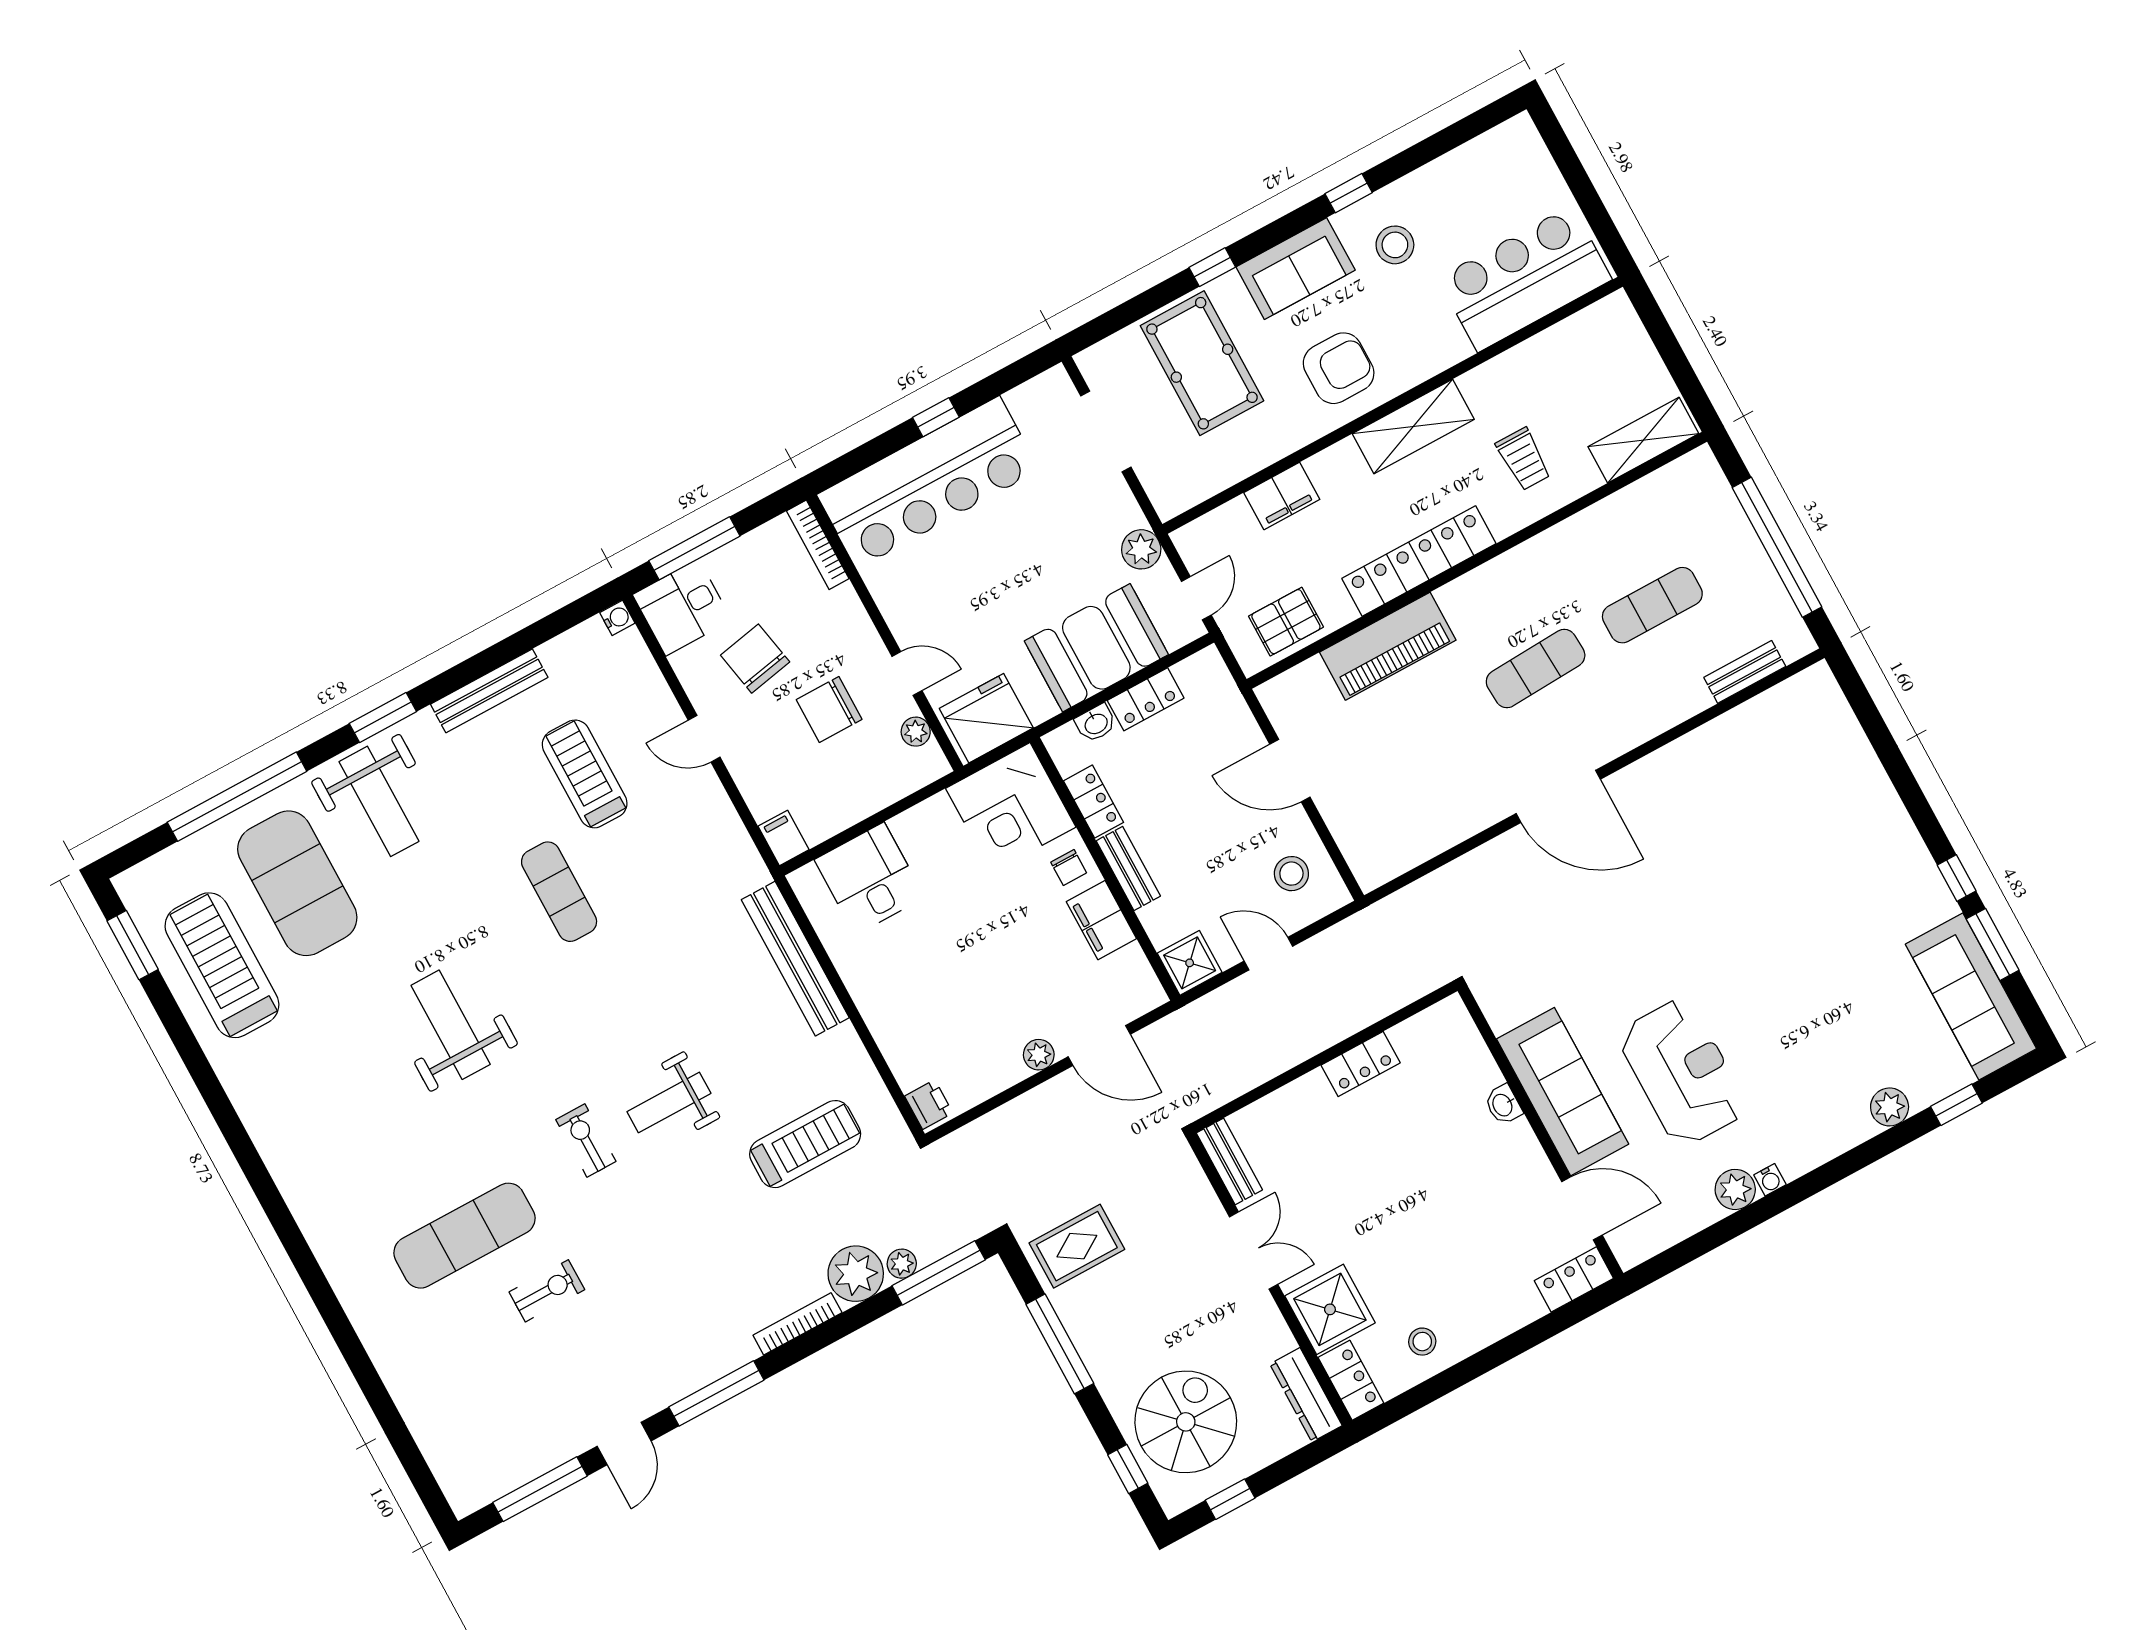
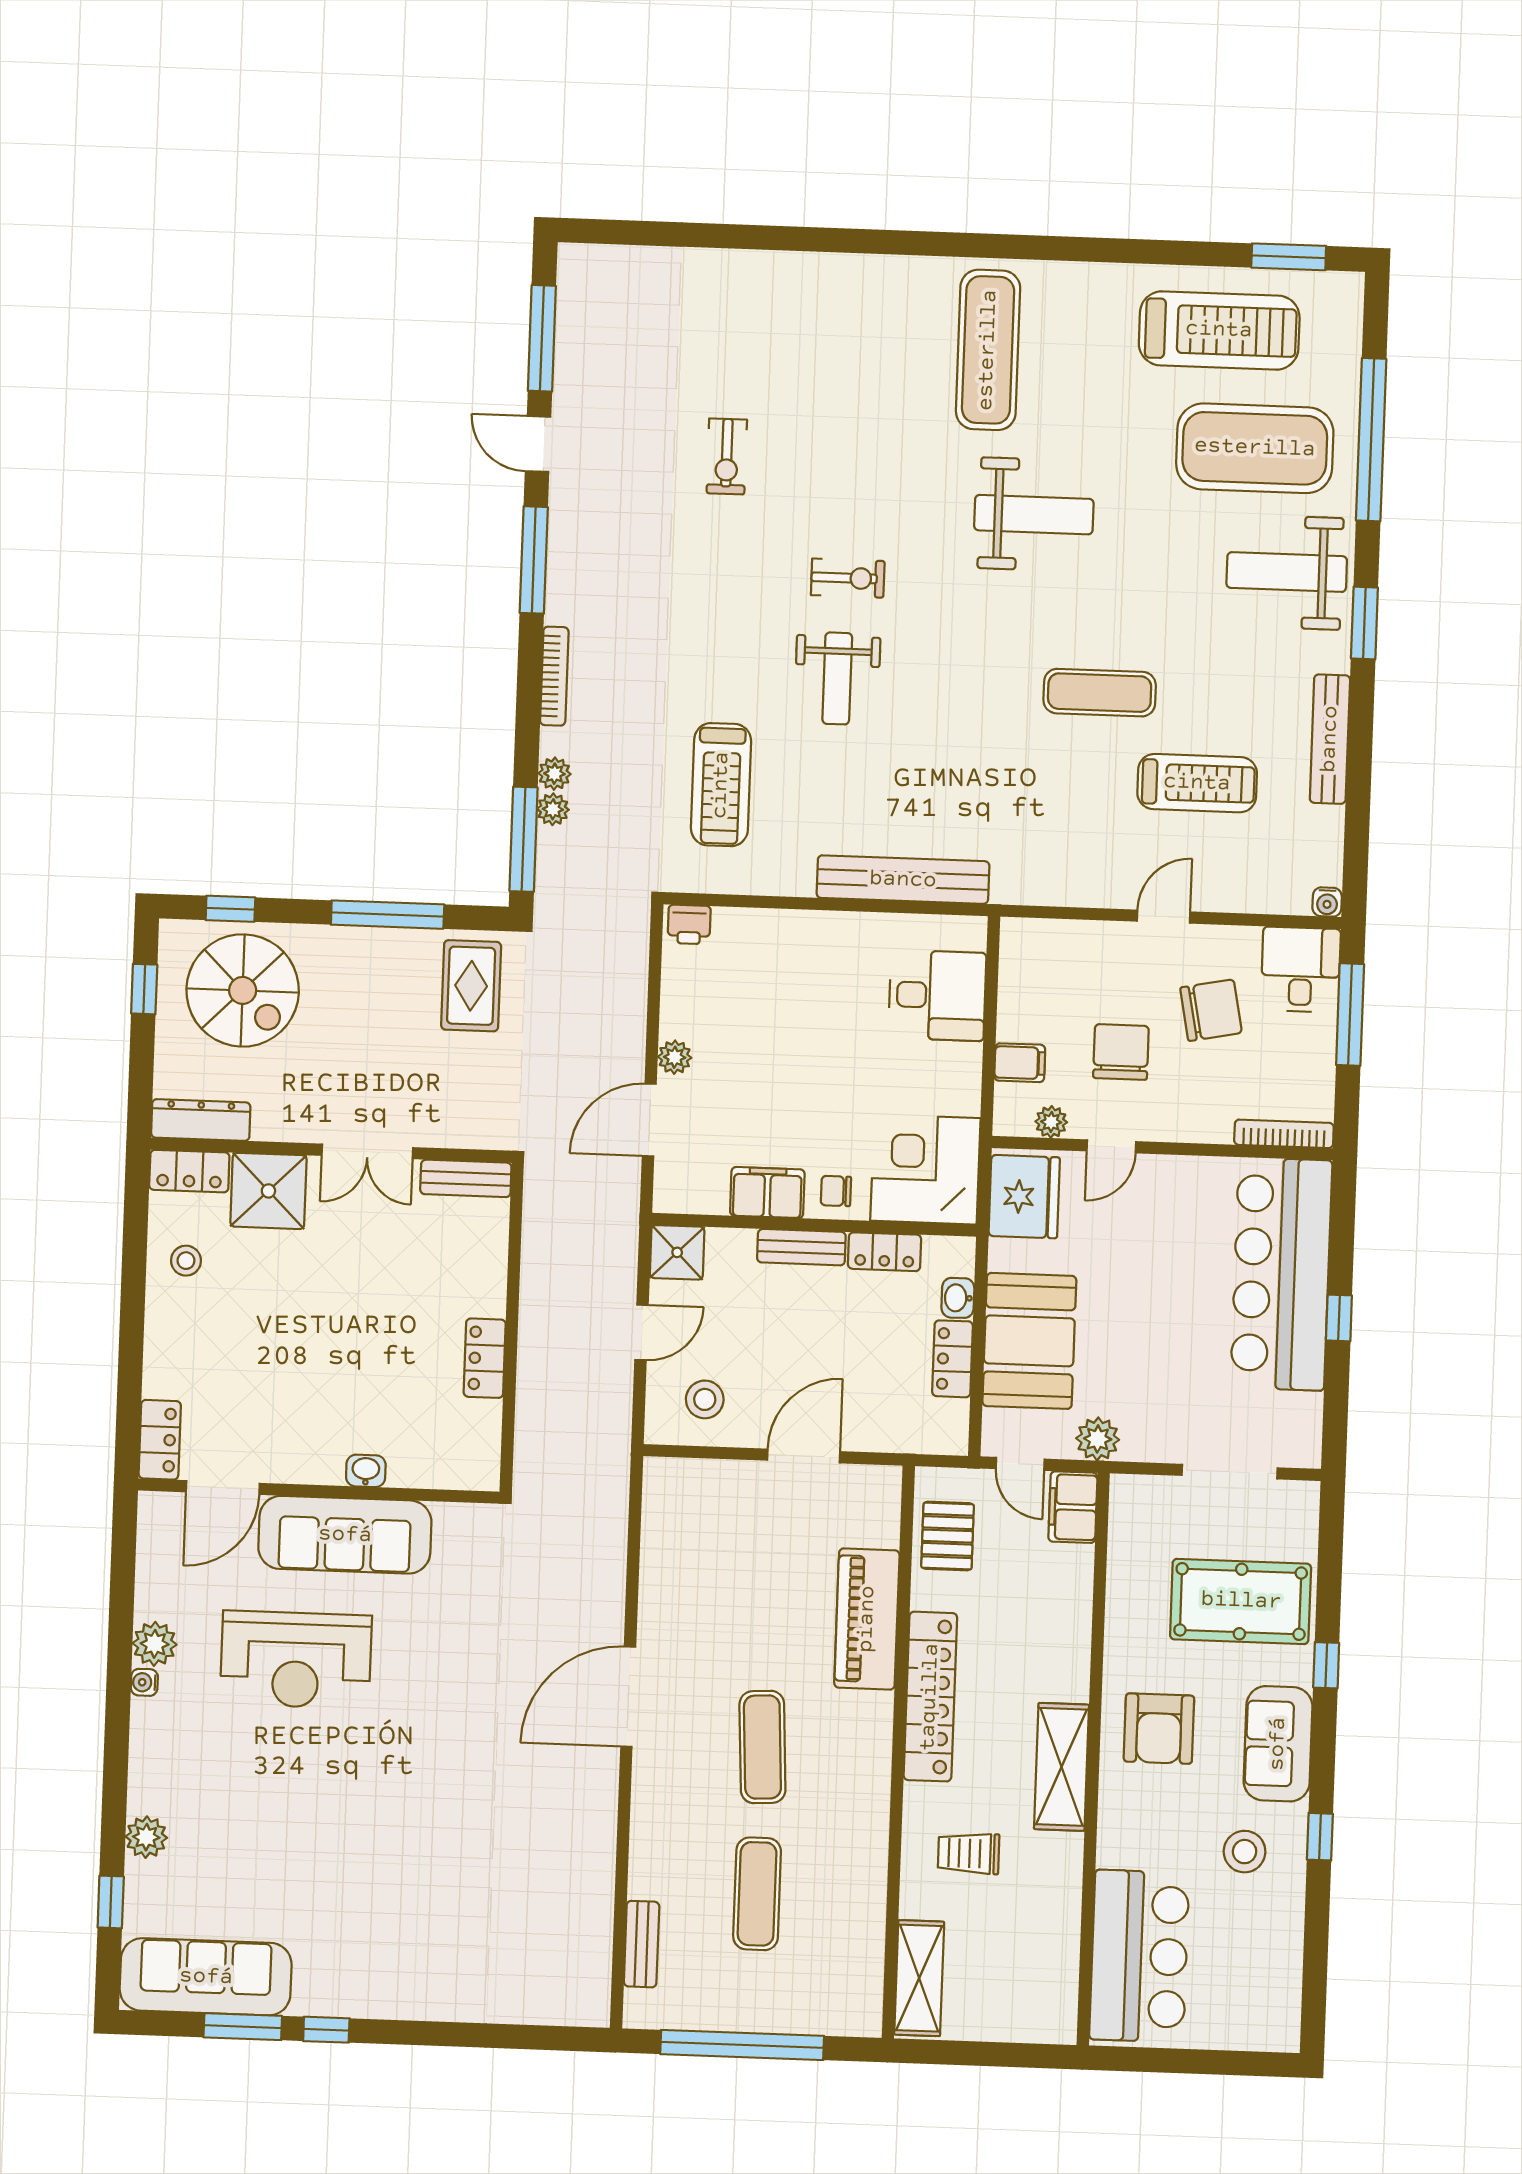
filing cabinet: (1282, 496) -> (1073, 1507), moved
filing cabinet: (783, 838) -> (1020, 1063), moved
weight bench: (669, 1102) -> (837, 678), turned 180
exercise mat: (464, 1236) -> (988, 350), moved
plant: (856, 1274) -> (554, 774), width x0.53, depth x0.53

